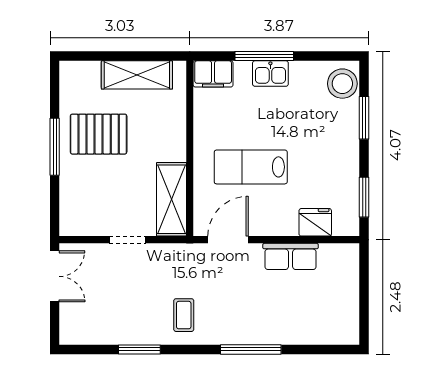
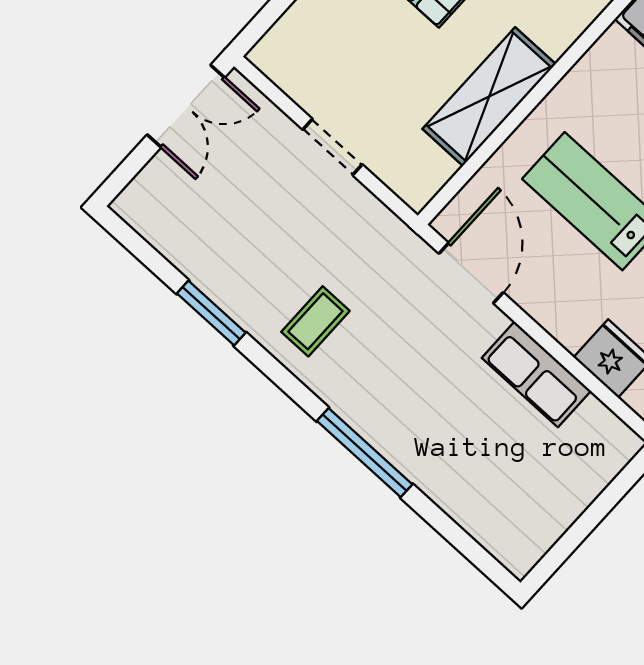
shelving: (171, 199) -> (489, 97), moved
door: (228, 240) -> (471, 273), hinge flipped

